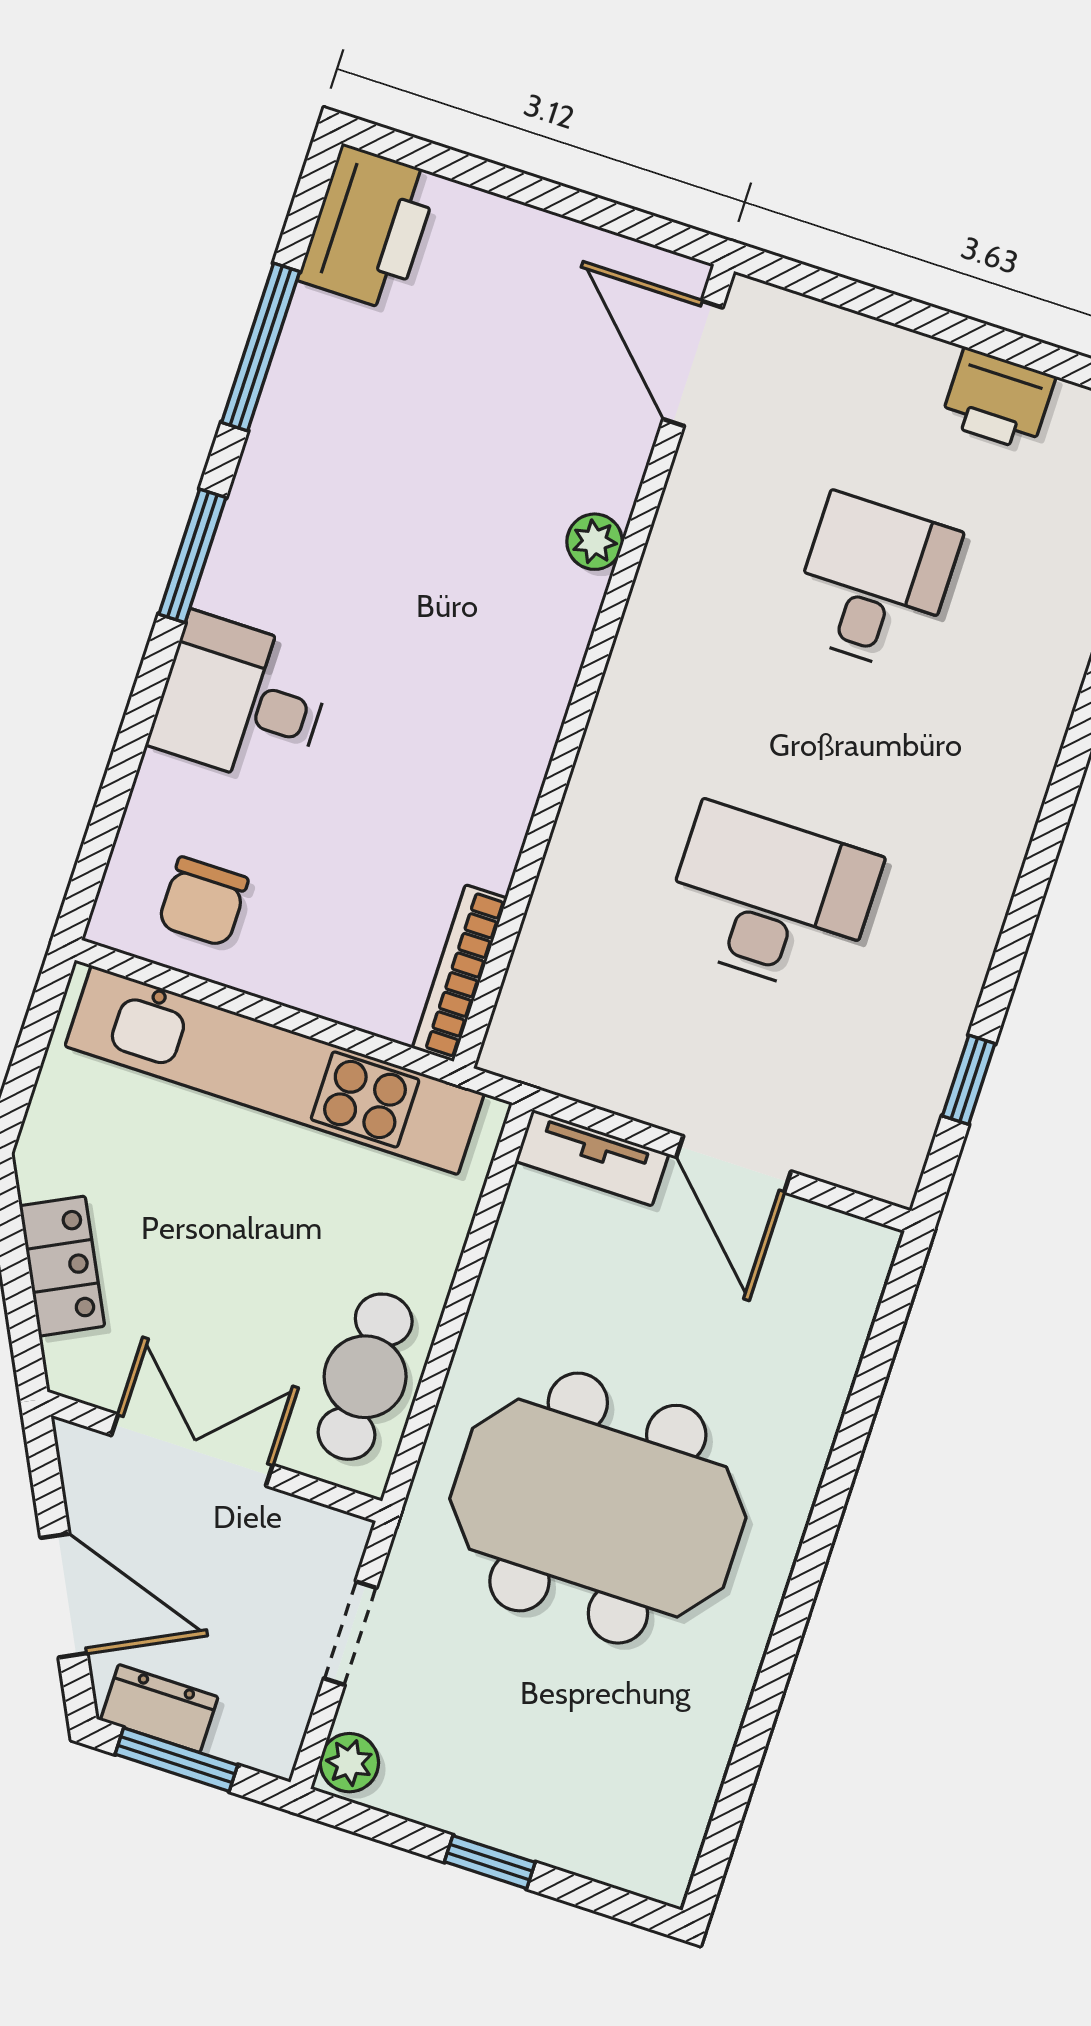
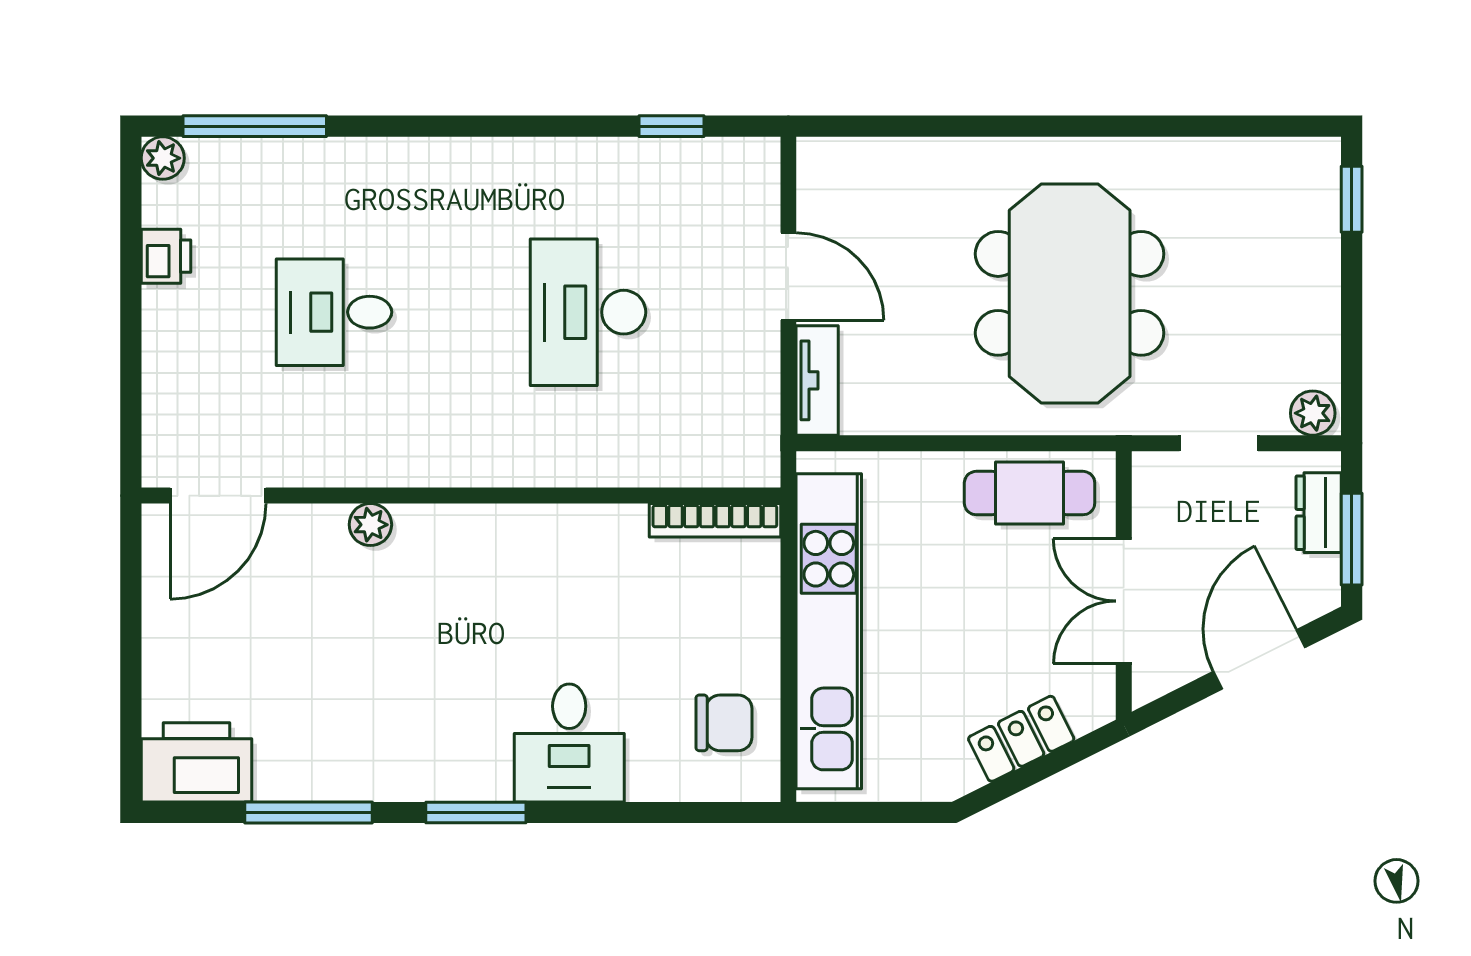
printer: (998, 399) -> (166, 256), width x0.73, depth x0.81
door: (734, 1164) -> (788, 276), hinge flipped
dresser: (159, 1708) -> (1319, 513), moved
window: (490, 1862) -> (1352, 199), moved

